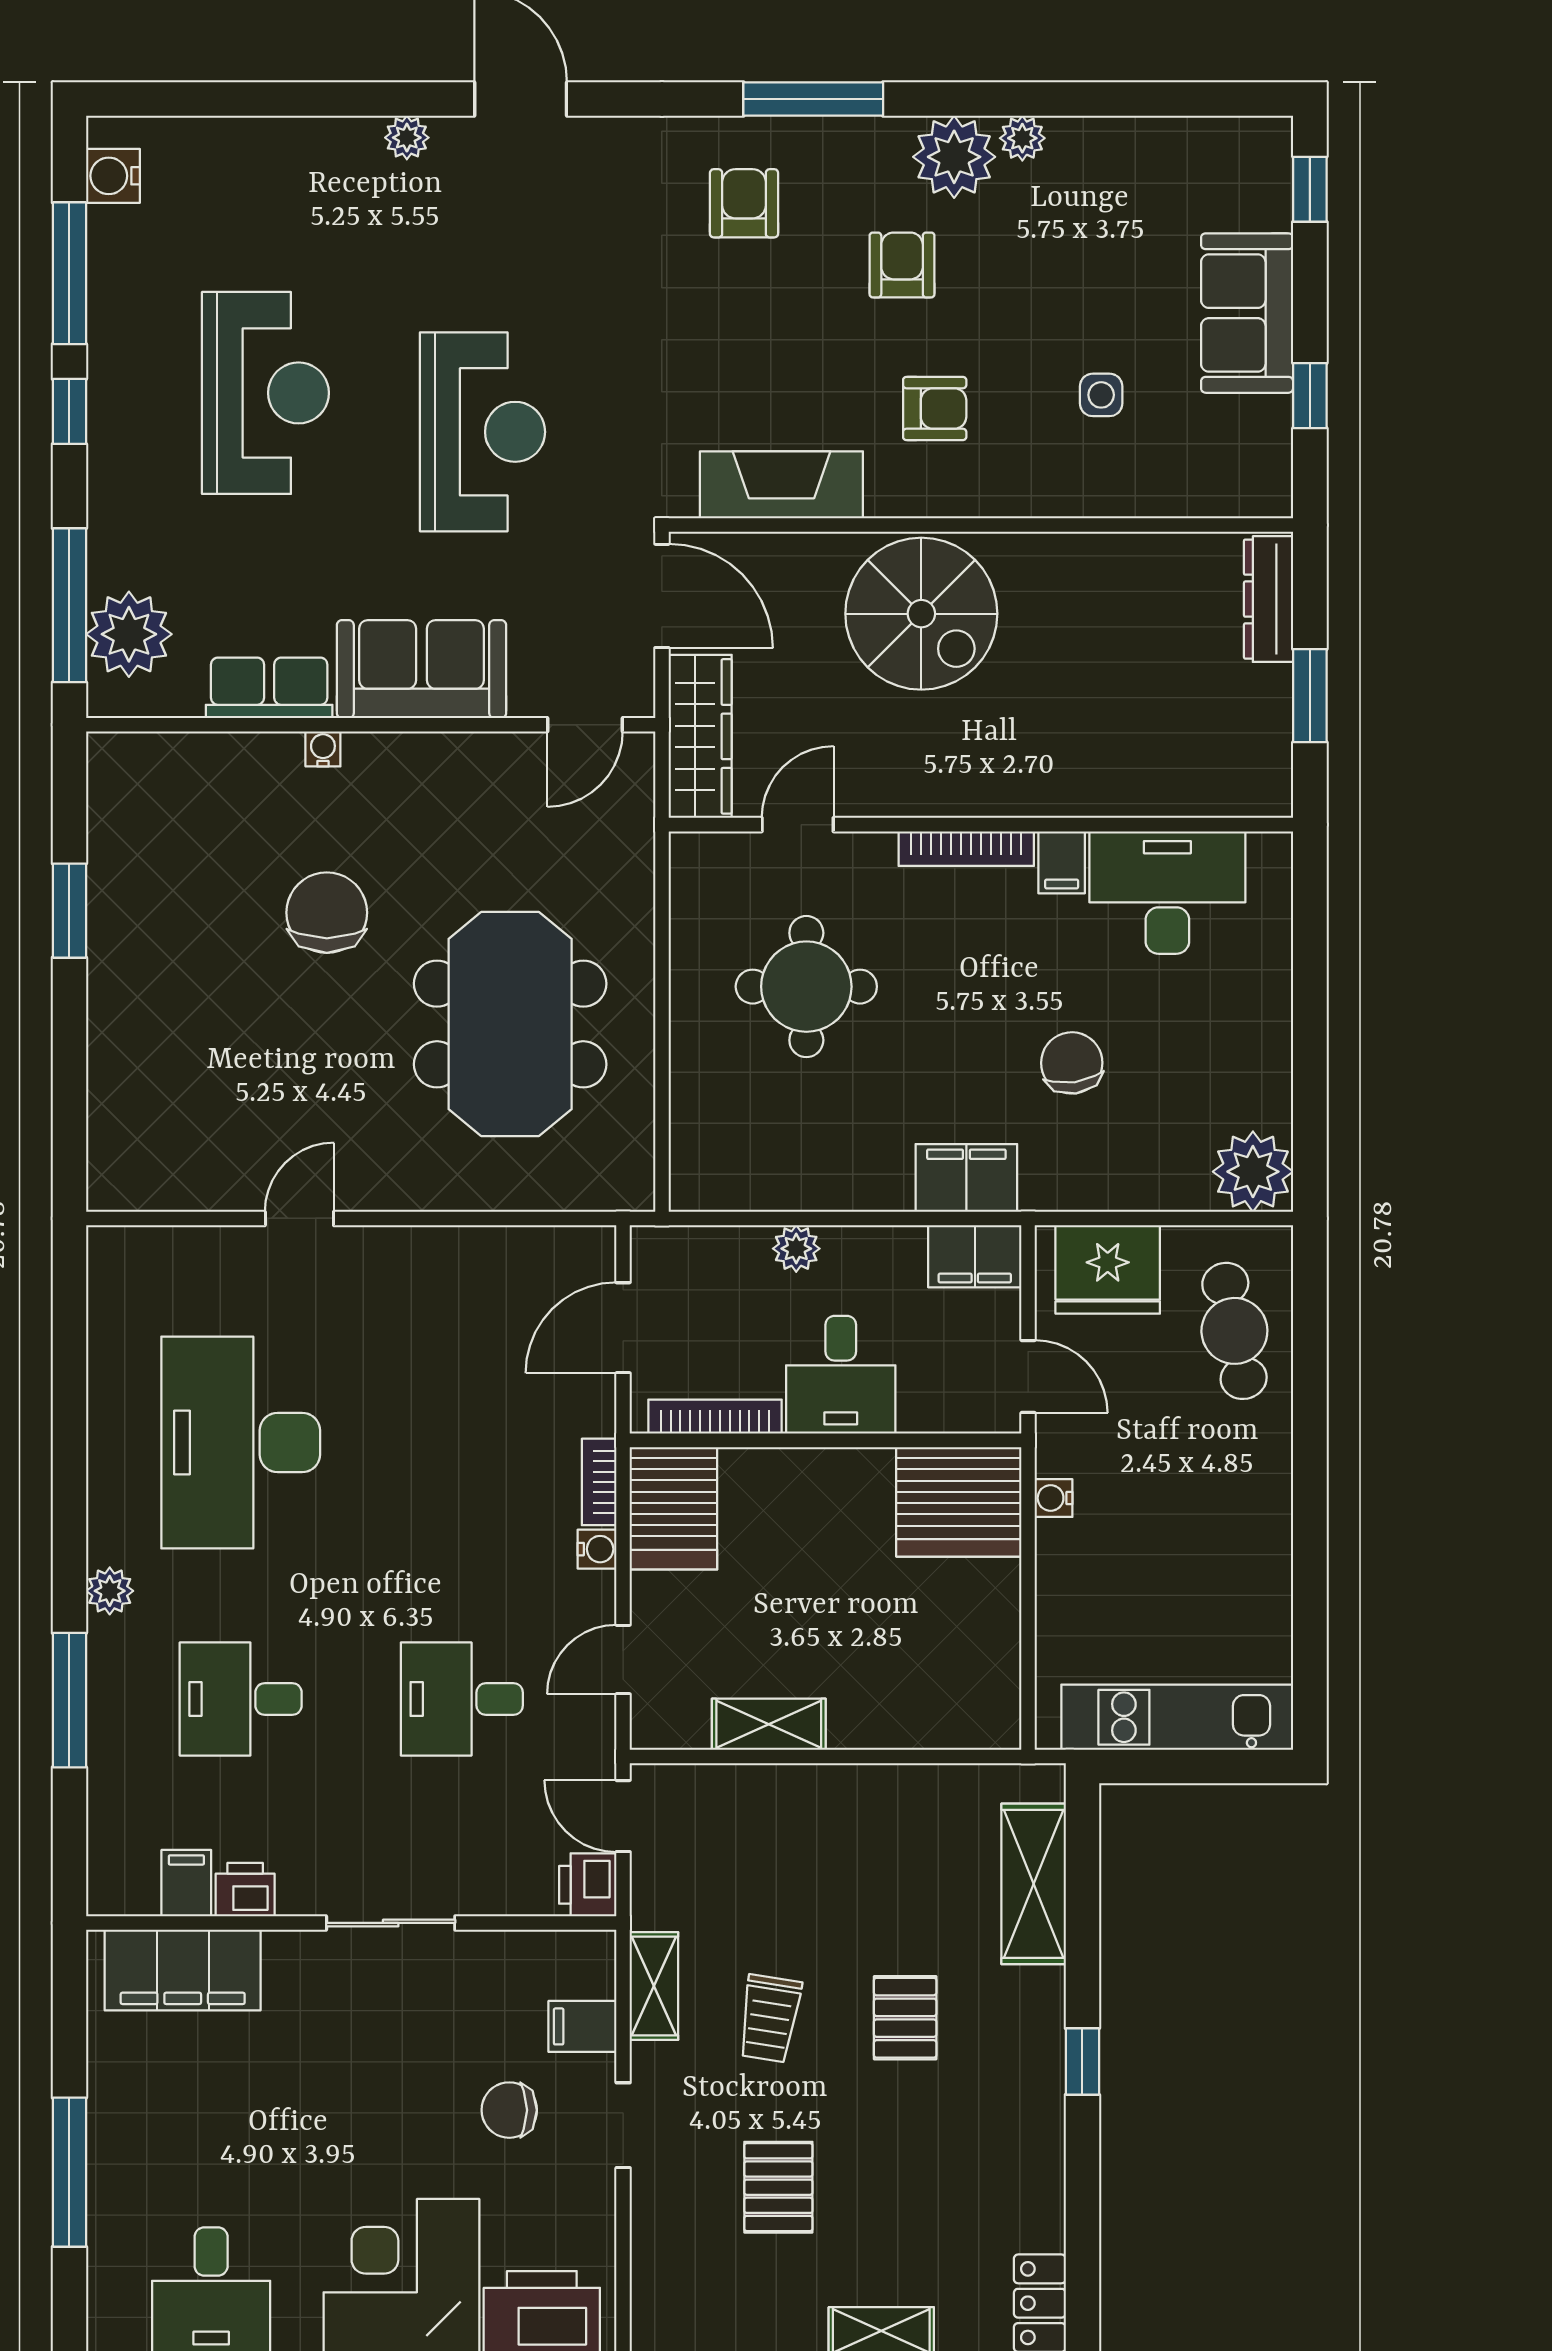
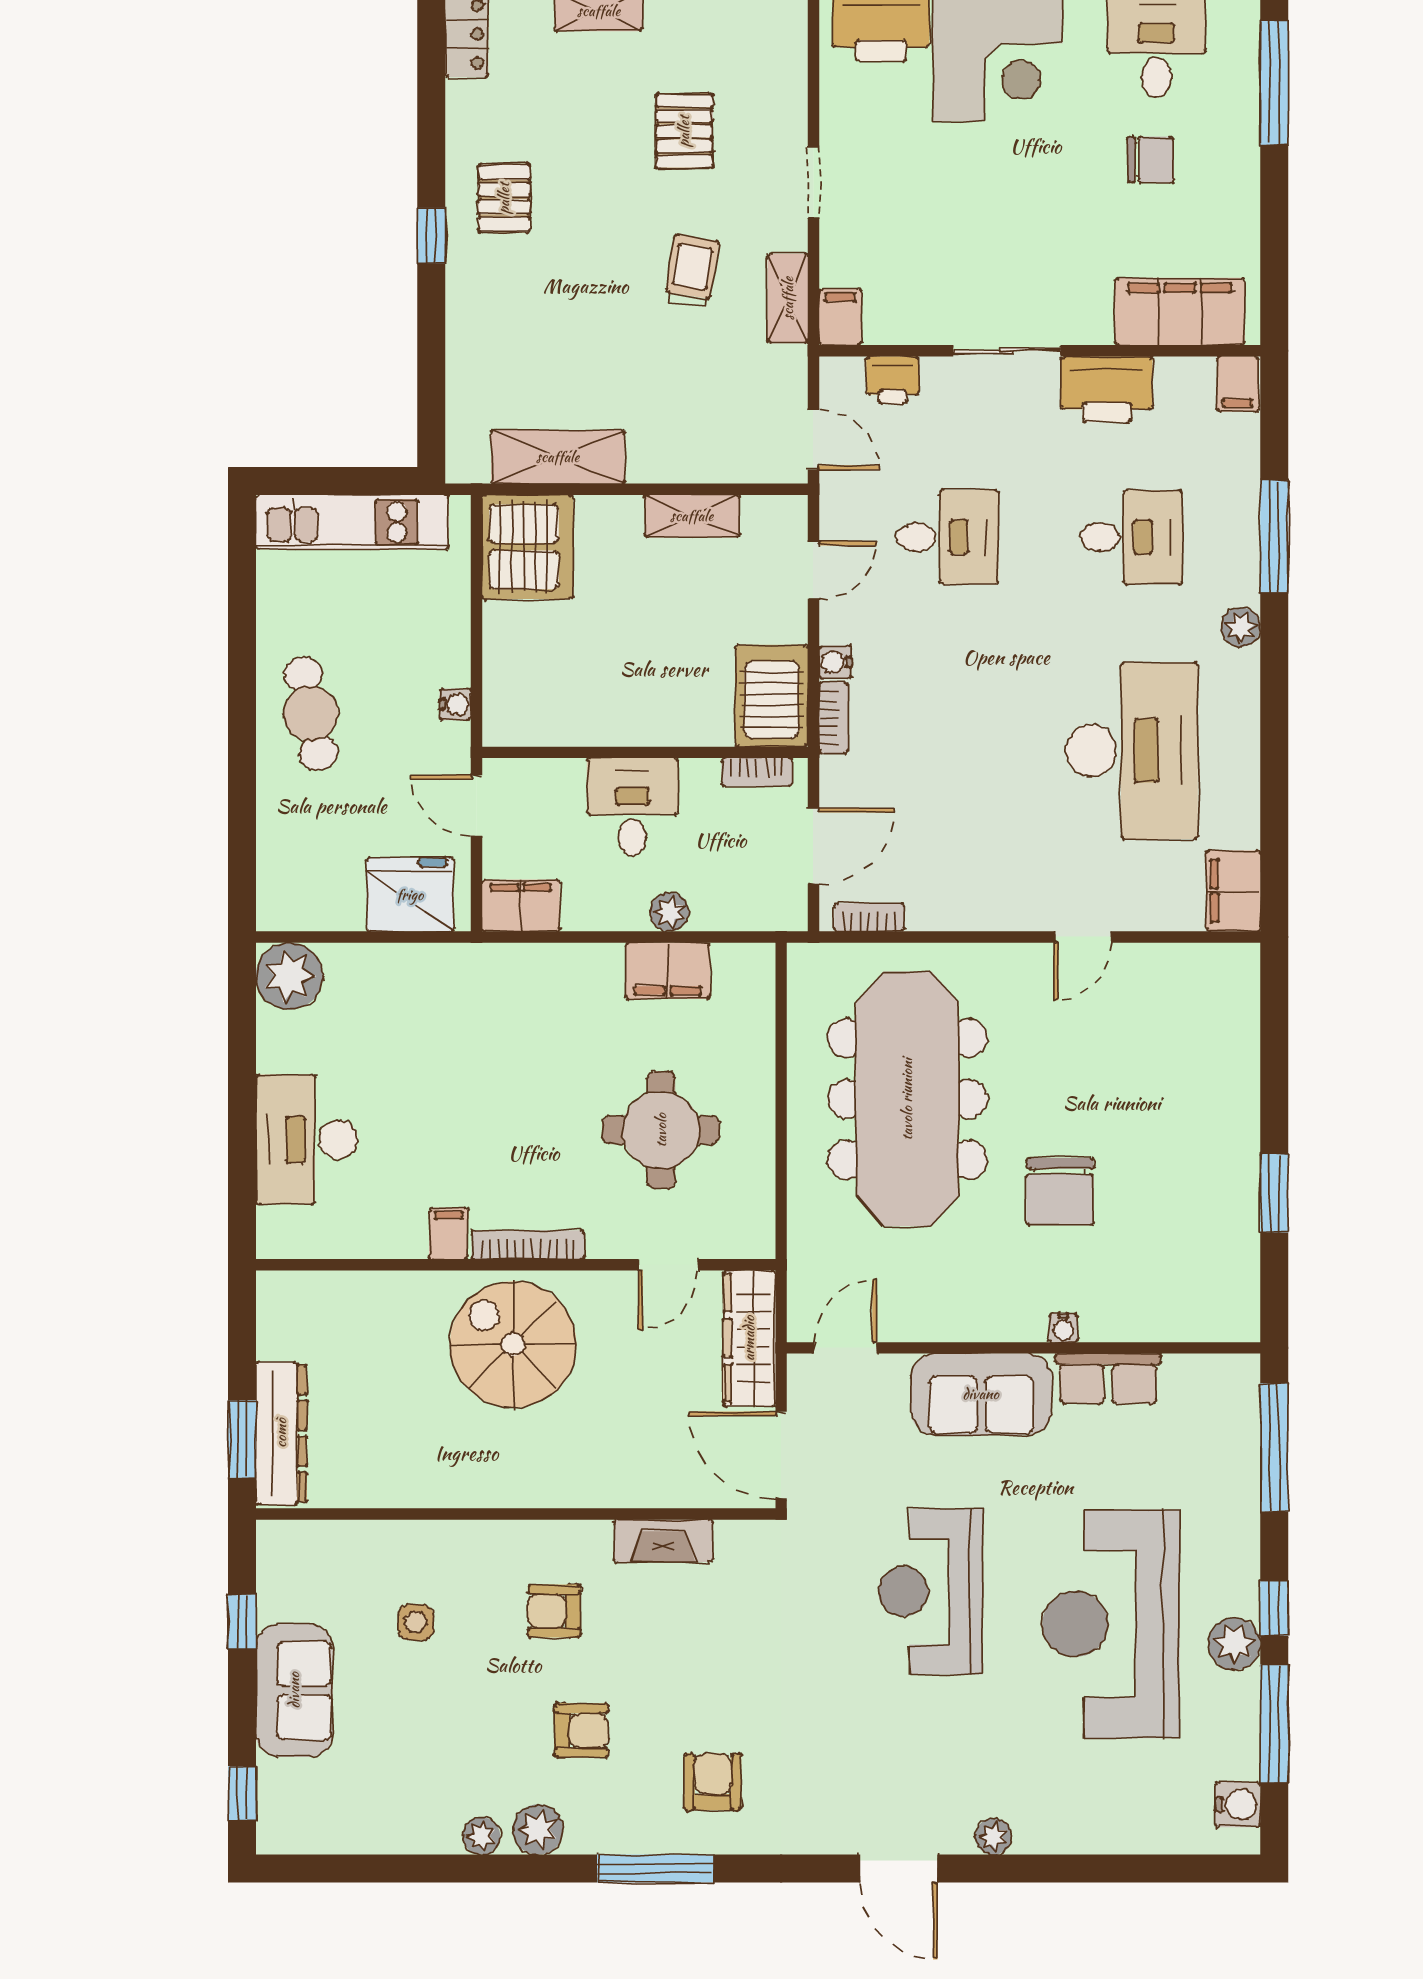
plant: (954, 157) -> (538, 1830), width x0.73, depth x0.73
armchair: (744, 203) -> (713, 1782), turned 180
armchair: (902, 265) -> (581, 1730), turned -90
reception desk: (265, 393) -> (1111, 1624), width x1.36, depth x1.30
fireplace: (781, 485) -> (663, 1541), width x0.73, depth x0.76
dresser: (1269, 599) -> (281, 1433), width x1.37, depth x1.24
spiral stairs: (921, 614) -> (513, 1344), moved
plant: (129, 634) -> (1234, 1644), moved, width x0.73, depth x0.73
window: (1310, 696) -> (242, 1439), moved
desk: (1167, 893) -> (307, 1139), moved, turned 90
meeting table: (510, 1024) -> (907, 1099), width x1.36
chair: (1072, 1063) -> (440, 1066), removed
filing cabinet: (966, 1178) -> (668, 971), moved
bookcase: (556, 1242) -> (869, 917), added
filing cabinet: (119, 1274) -> (1233, 891), added
cafe table: (1234, 1331) -> (311, 714), moved
bookcase: (715, 1417) -> (757, 772), width x0.64
server rack: (959, 1502) -> (528, 547), moved, turned 90
filing cabinet: (186, 1883) -> (1238, 384), moved
shelving: (1034, 1884) -> (558, 457), moved, turned 90
printer: (588, 1885) -> (893, 380), moved, turned 90
printer: (245, 1890) -> (1107, 389), width x1.87, depth x1.48
pallet: (905, 2018) -> (504, 198), moved
filing cabinet: (582, 2026) -> (840, 317), moved, turned -90
chair: (509, 2110) -> (1151, 160), moved
window: (69, 2172) -> (1274, 83), moved

